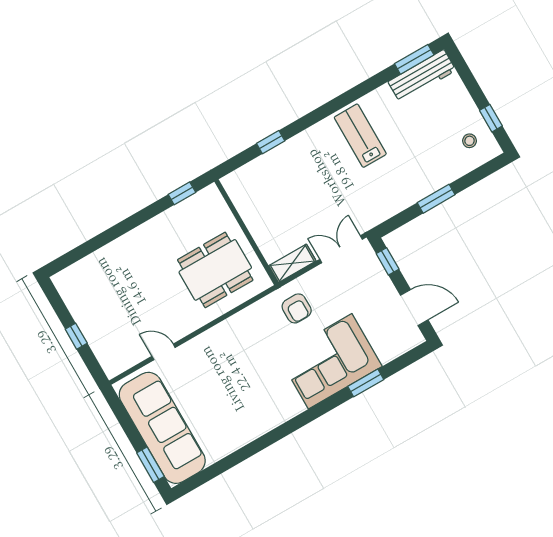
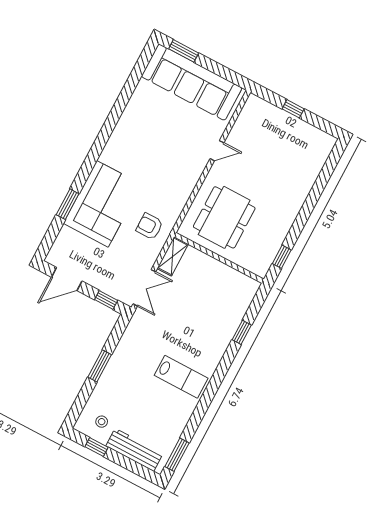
workbench: (422, 76) -> (134, 450), moved, turned 90
door: (164, 352) -> (217, 151), moved

